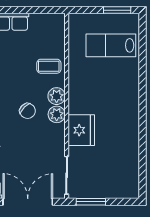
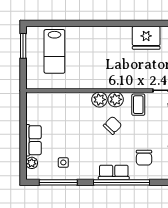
coffee table: (49, 66) -> (138, 105), moved
fridge: (81, 130) -> (146, 38), moved, turned 180

